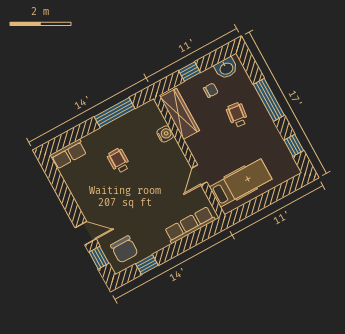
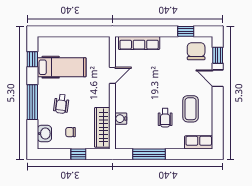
washbasin: (226, 68) -> (44, 134), moved, turned 90
hospital bed: (241, 183) -> (62, 67), moved, turned 180
coffee table: (97, 185) -> (191, 109), added

